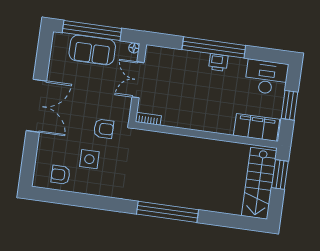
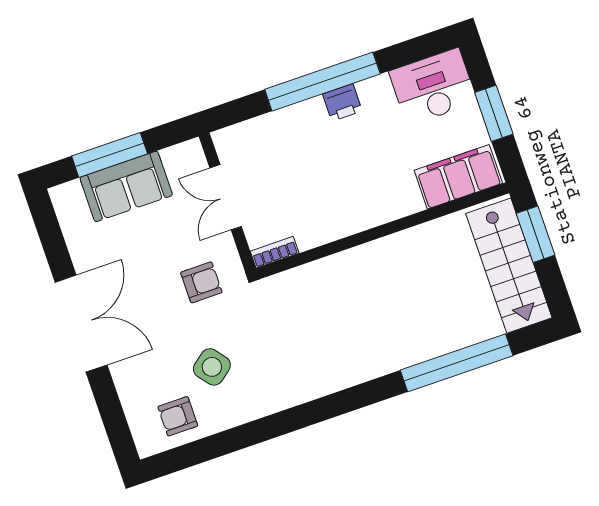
window: (92, 31) -> (110, 155), width x0.68
floor lamp: (134, 48) -> (193, 148), removed
armchair: (104, 129) -> (201, 282), moved
side table: (89, 159) -> (212, 367), turned -38
window: (168, 212) -> (457, 363), moved

